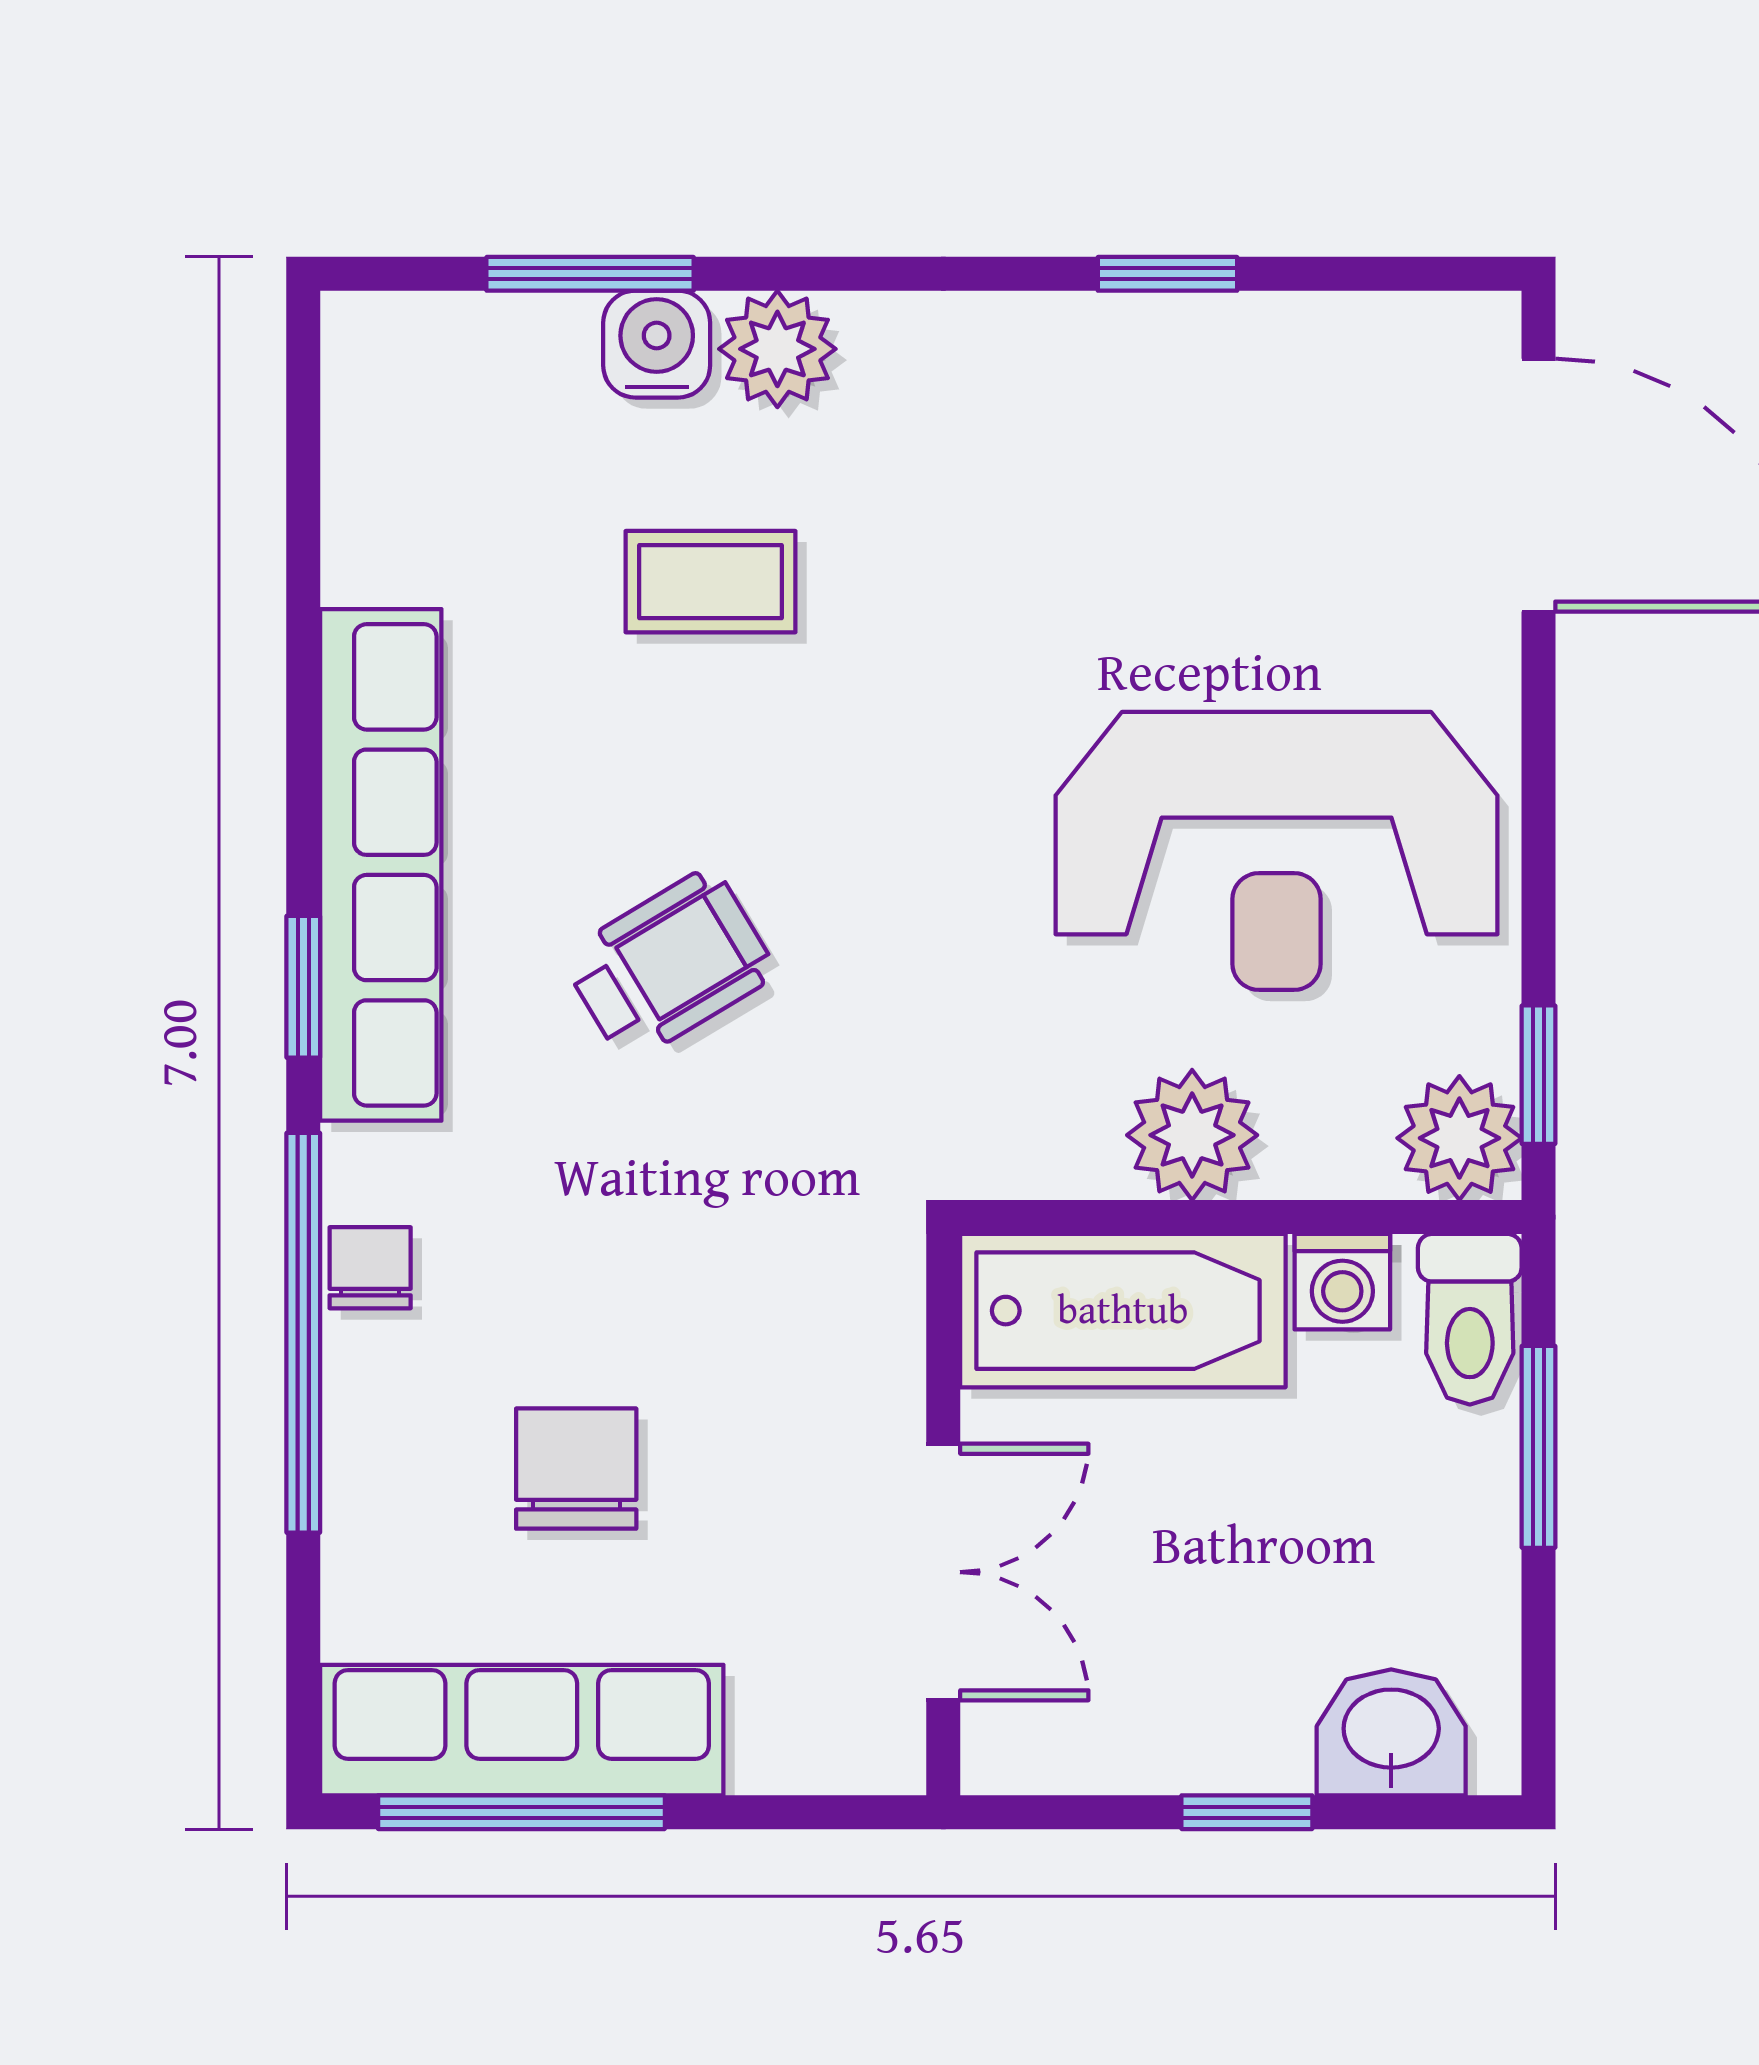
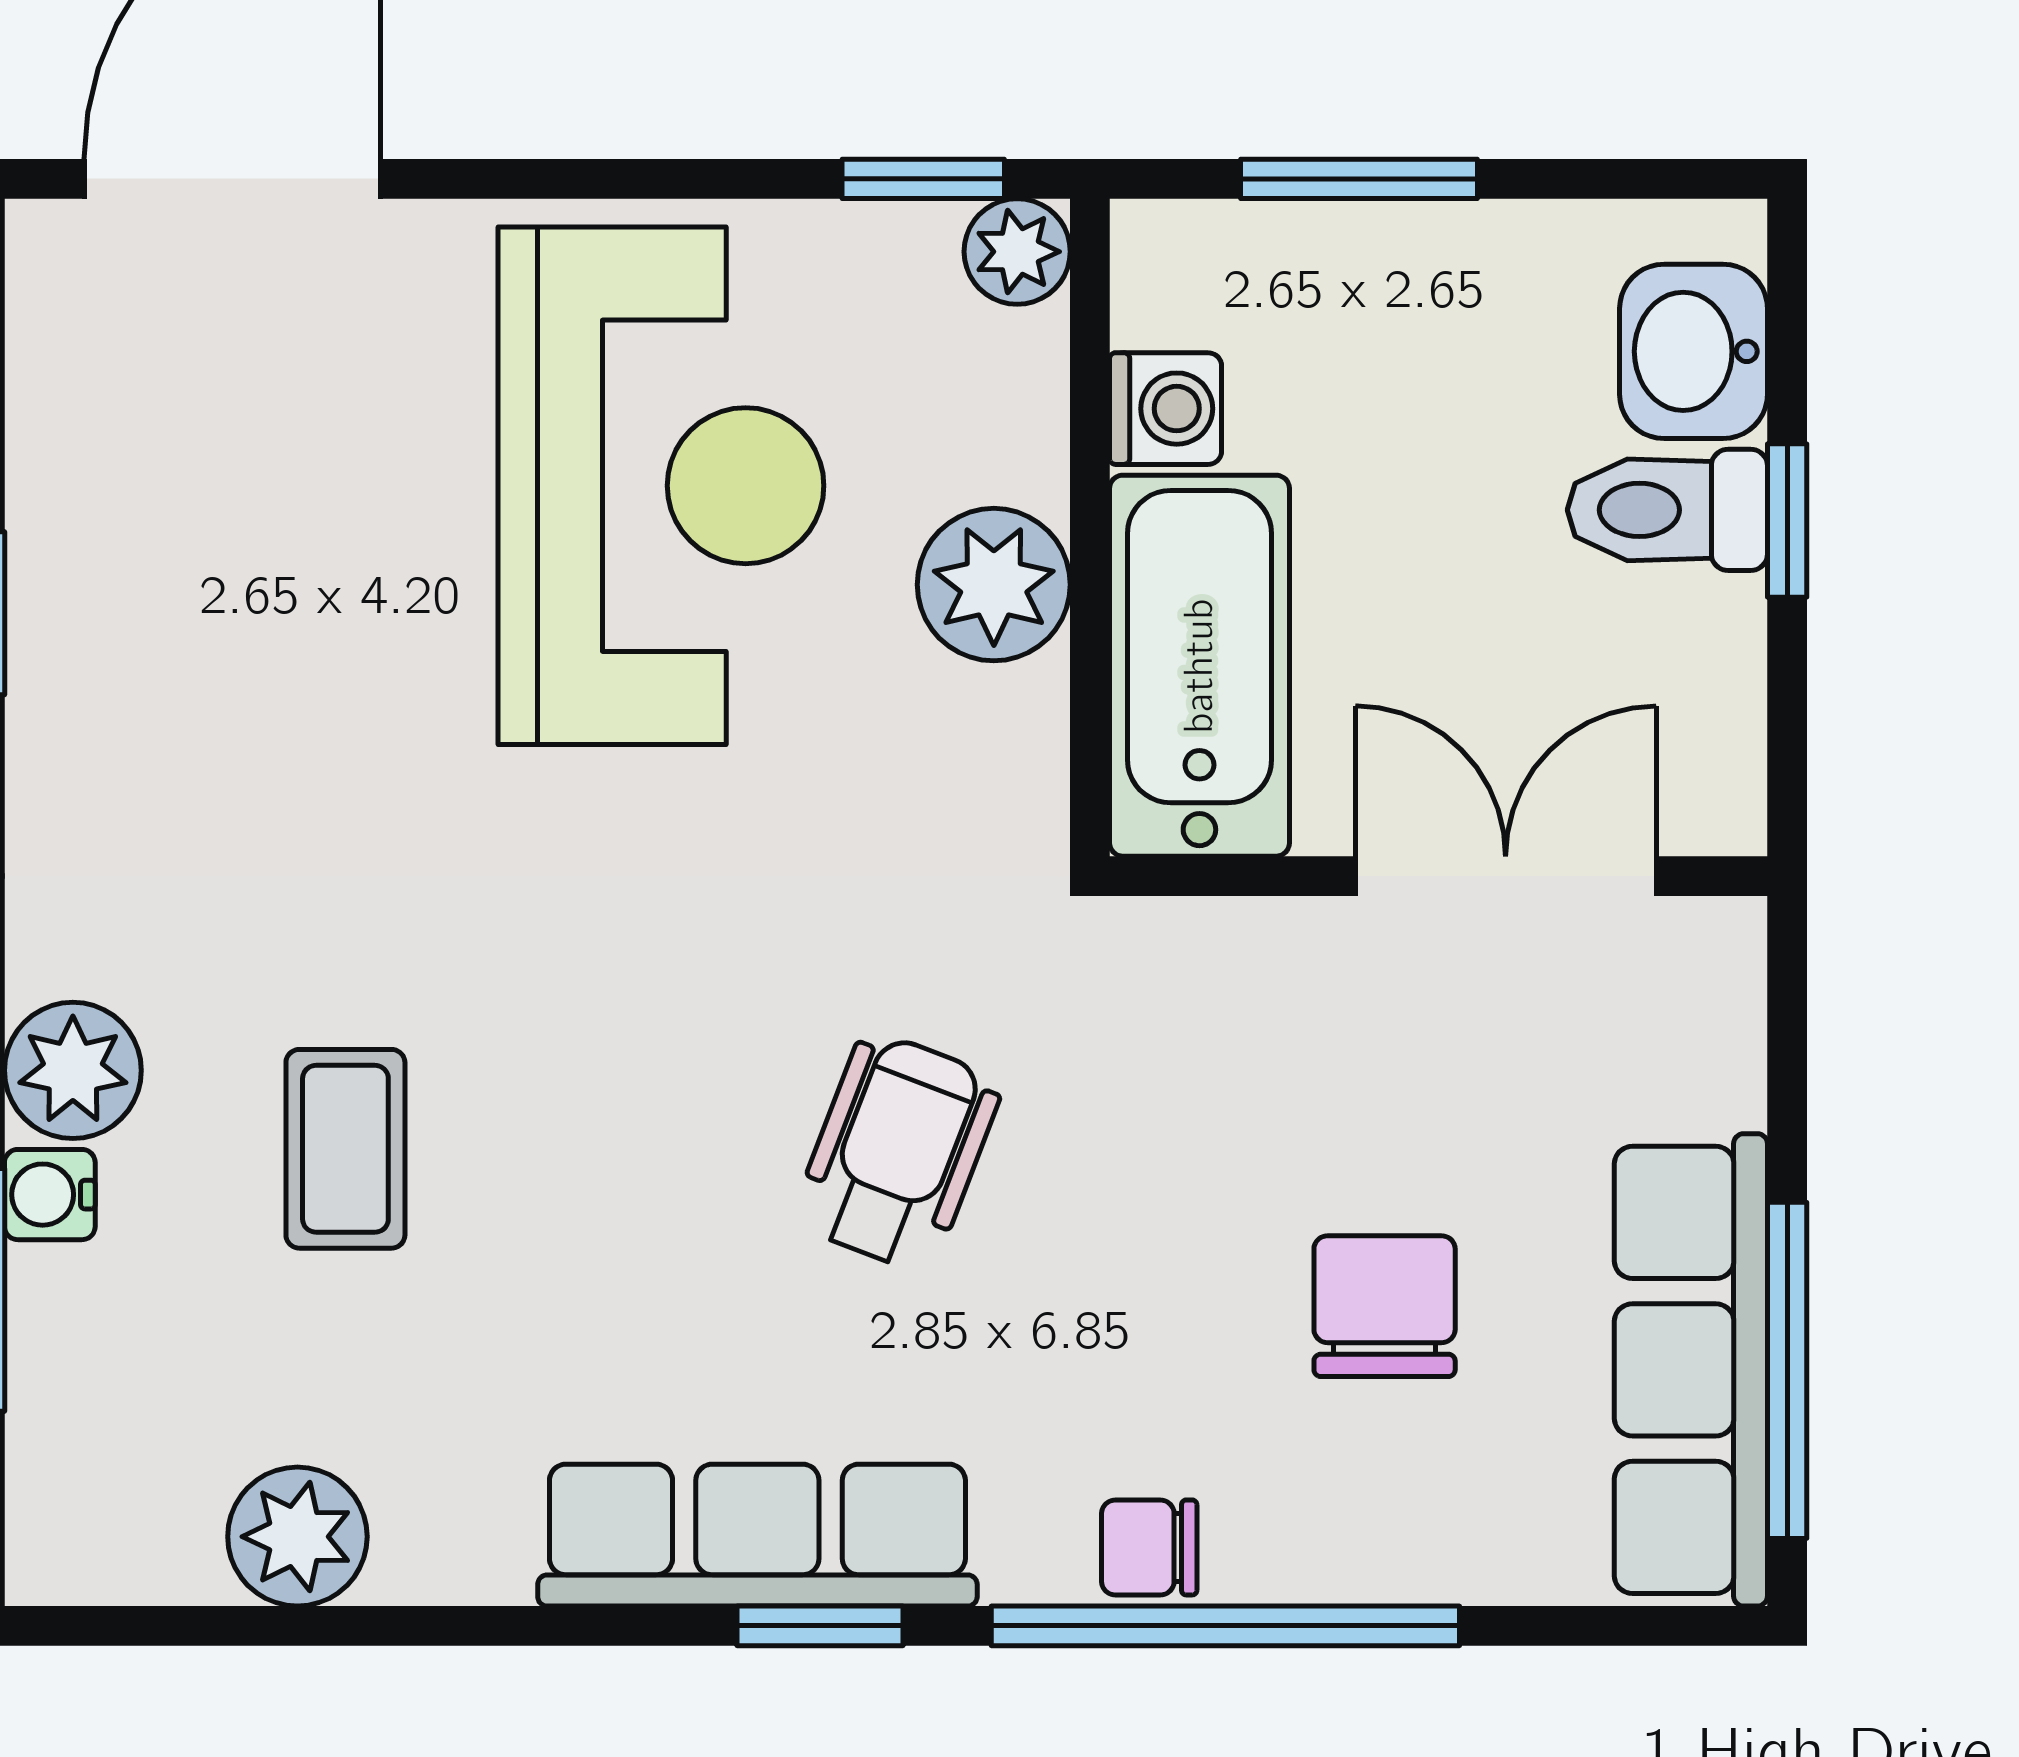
water cooler: (657, 344) -> (50, 1195), width x0.72, depth x0.72
plant: (380, 541) -> (297, 1537), added
row of seats: (381, 865) -> (757, 1535), width x0.73
wheelchair: (669, 965) -> (897, 1152), moved, turned 52
plant: (1459, 1138) -> (1017, 252), width x0.73, depth x0.73
toilet: (1470, 1319) -> (1667, 510), moved, turned 180
chair: (576, 1469) -> (1385, 1306), turned 90

